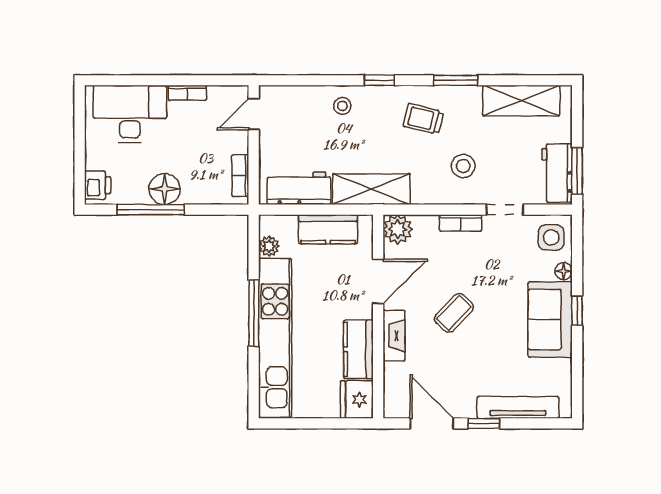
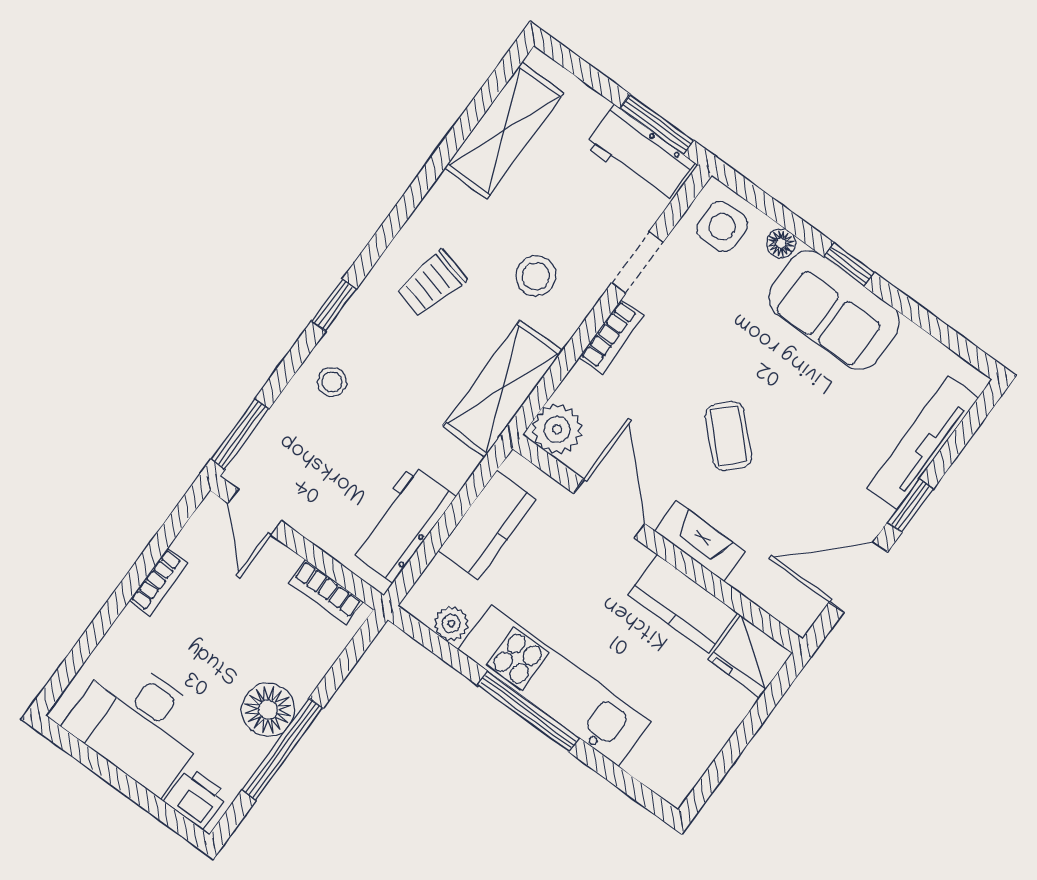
window: (455, 80) -> (240, 434), moved
desk: (130, 114) -> (139, 723), moved, turned -90
shelving: (371, 189) -> (502, 389), moved
kitchen unit: (275, 338) -> (555, 686), width x0.73

